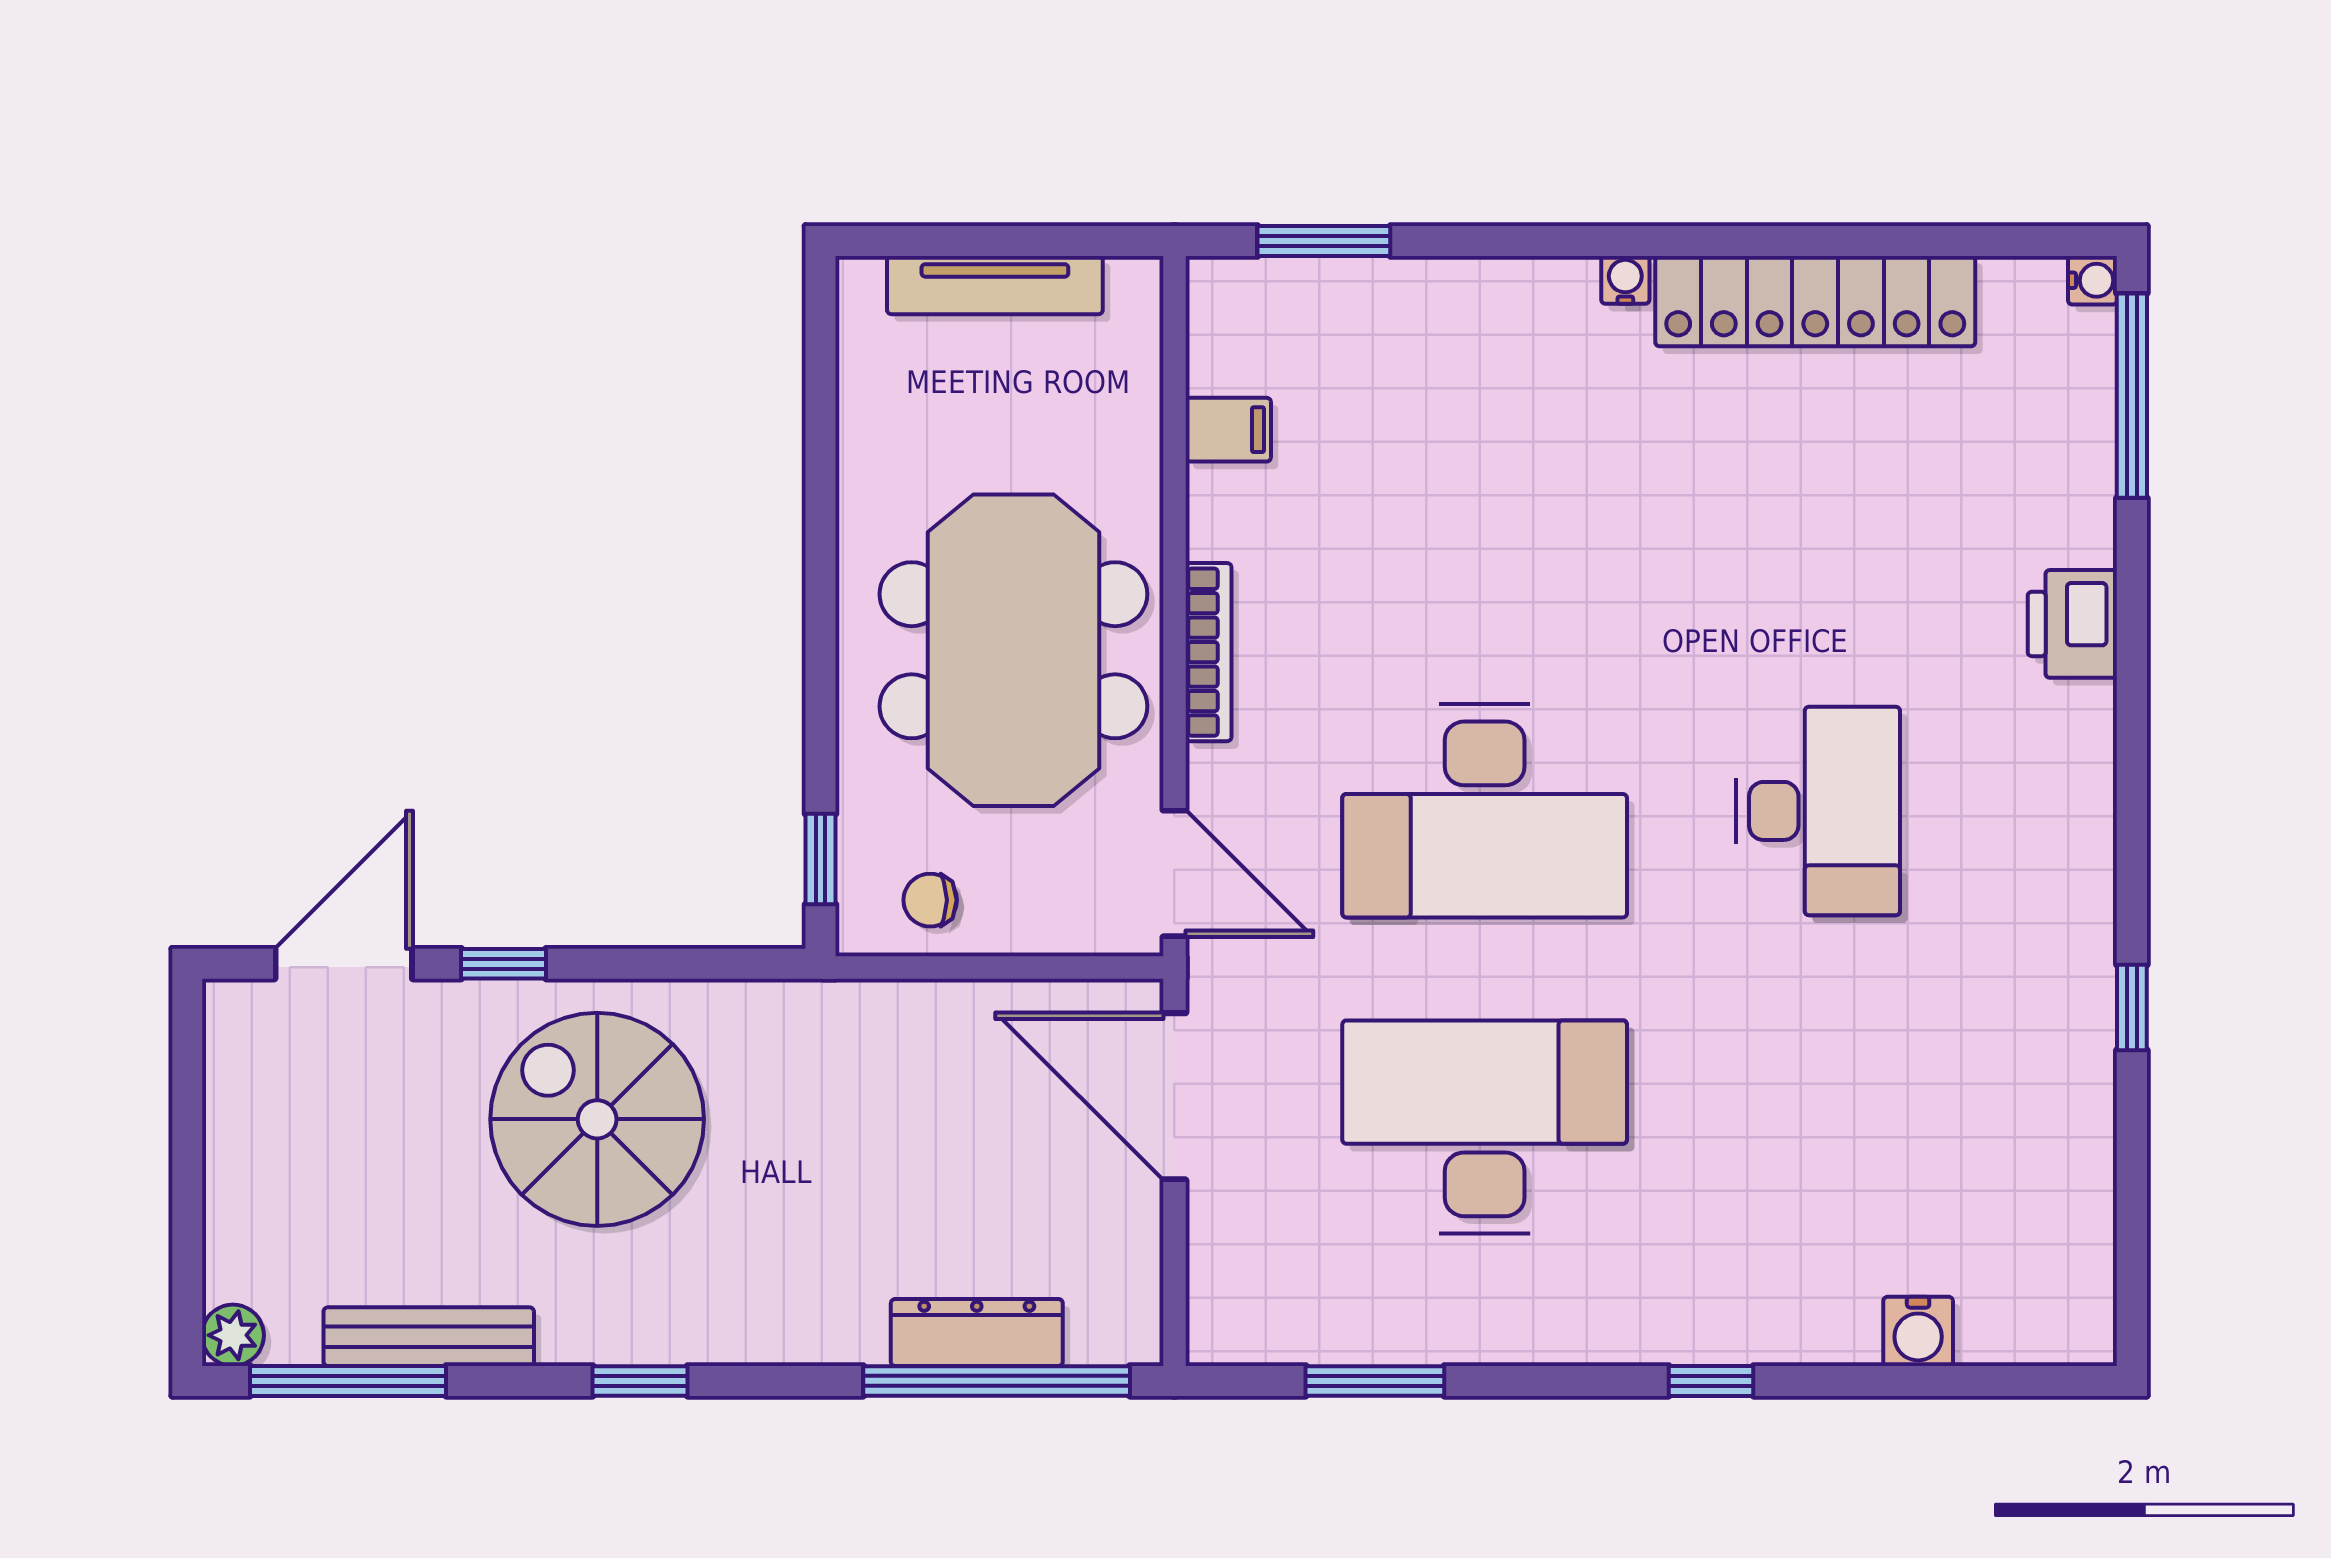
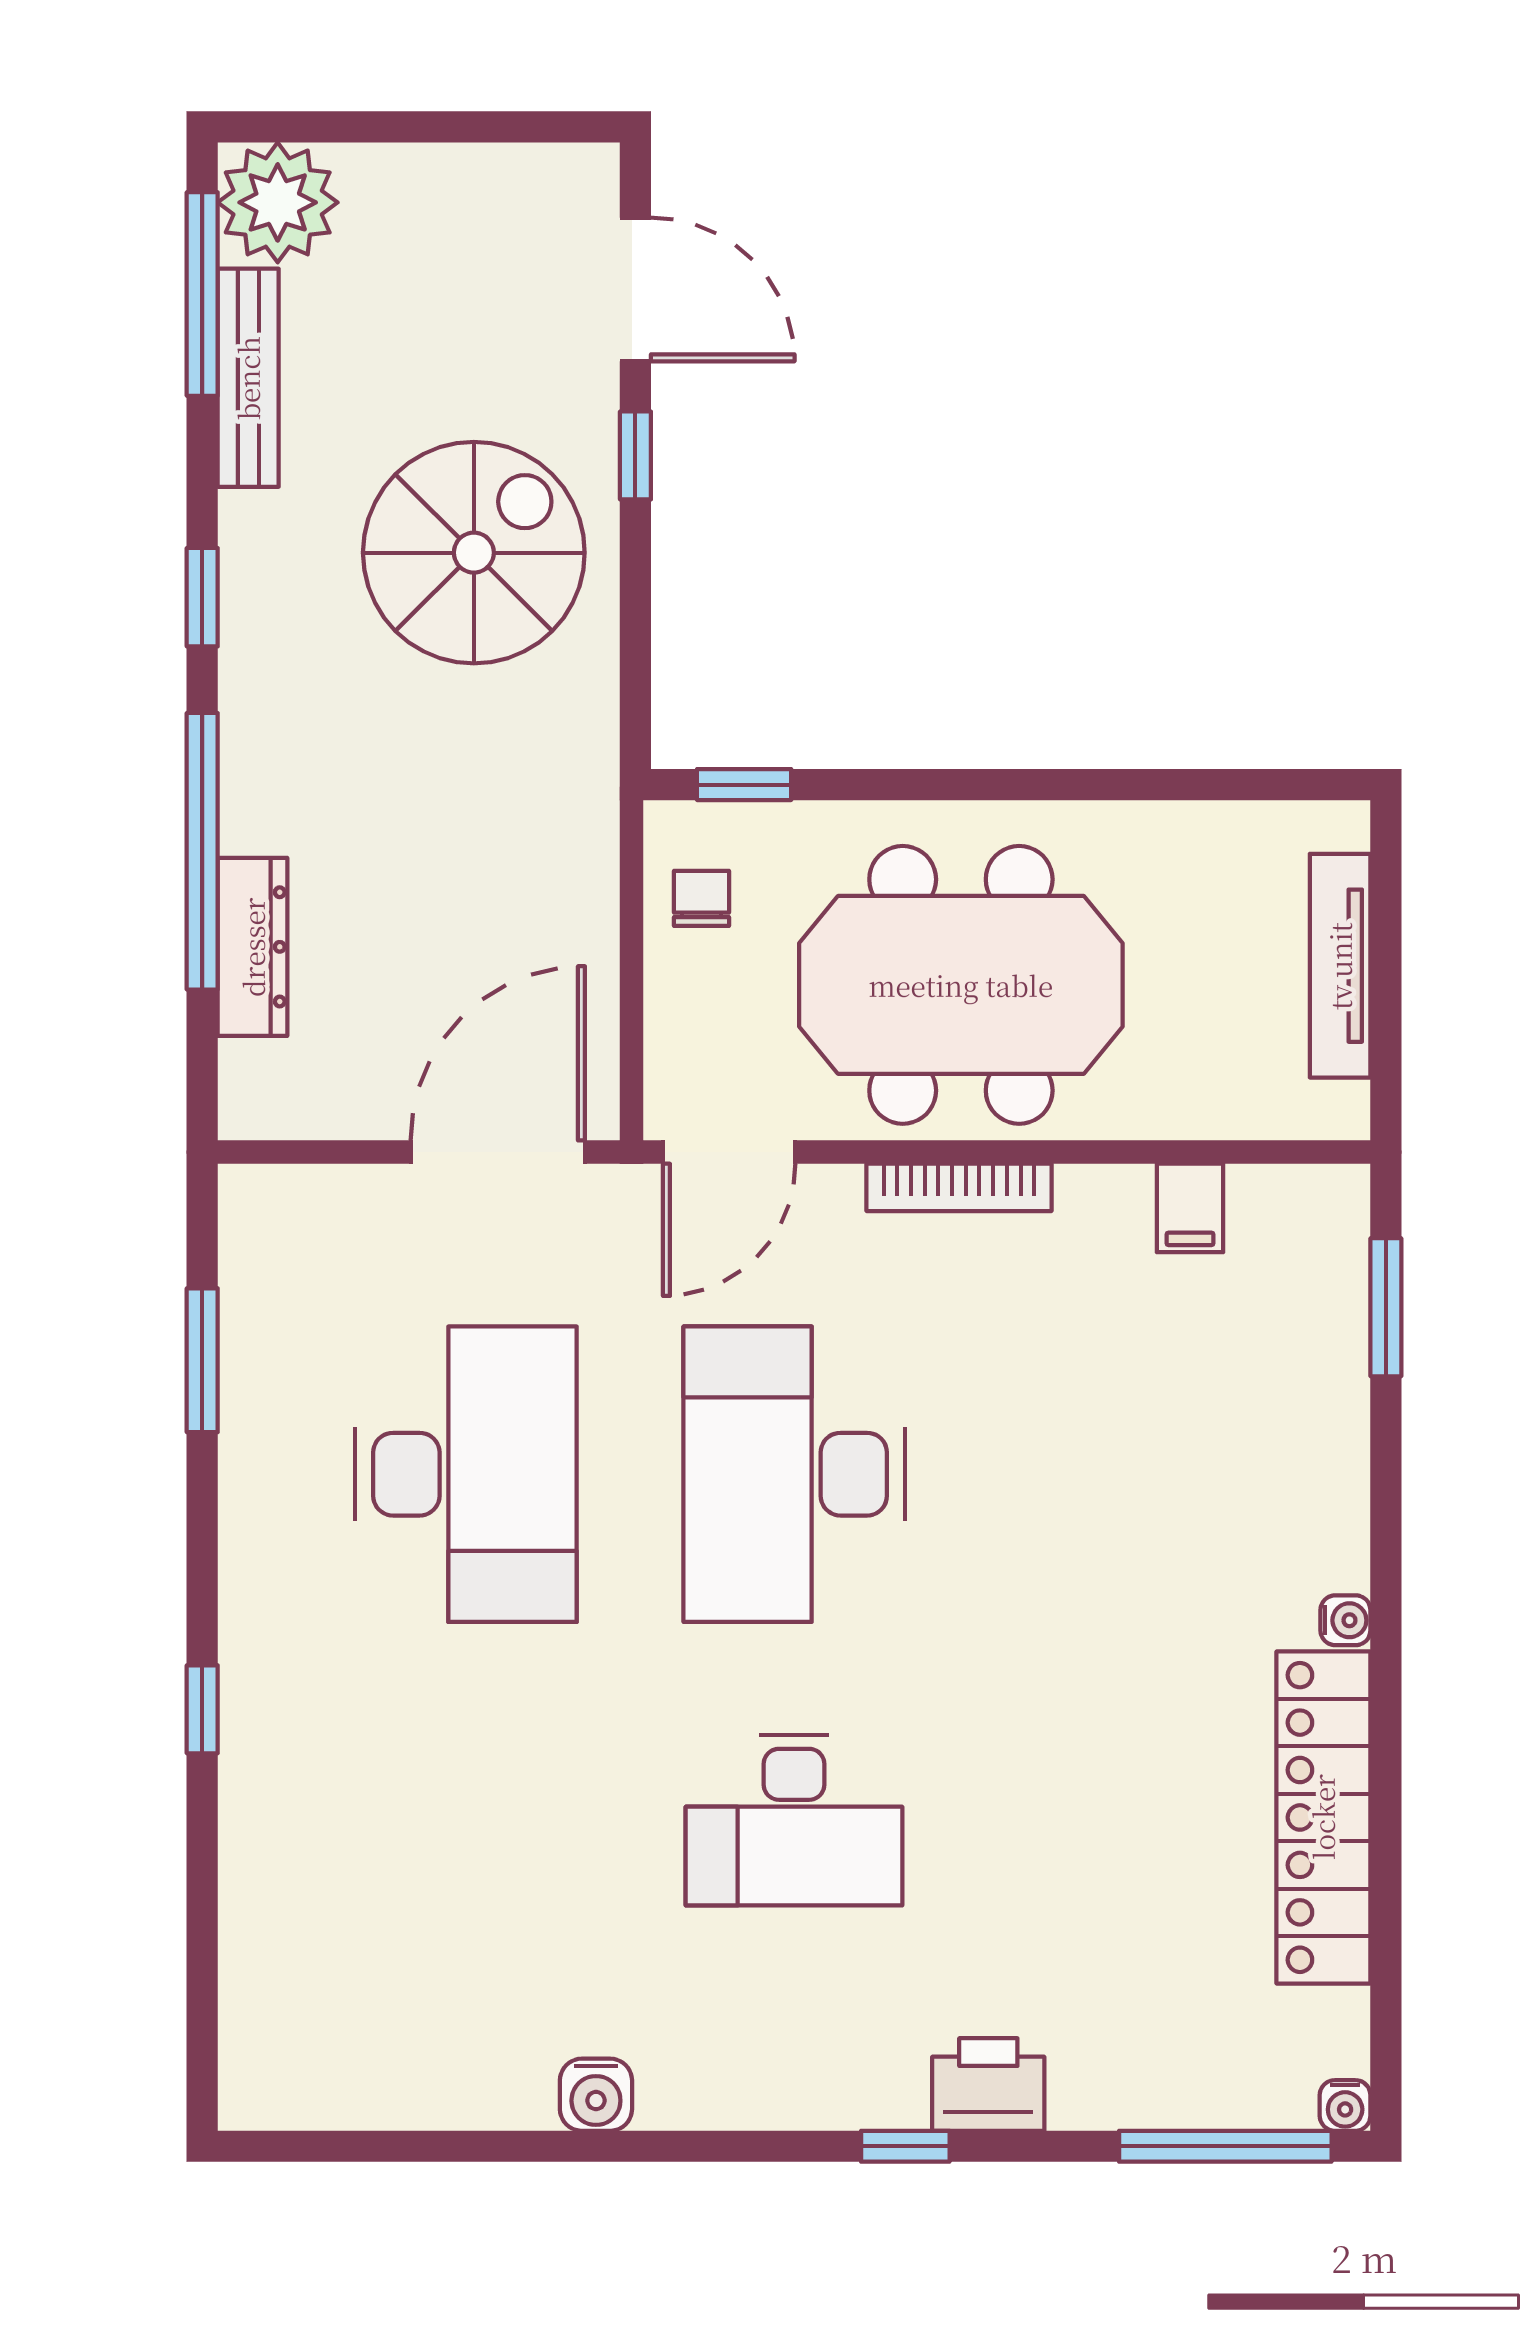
window: (2132, 1007) -> (905, 2146), moved
water cooler: (1918, 1331) -> (596, 2095), moved, turned -90
plant: (233, 1335) -> (278, 202), width x1.88, depth x1.88
window: (997, 1381) -> (202, 851), moved

